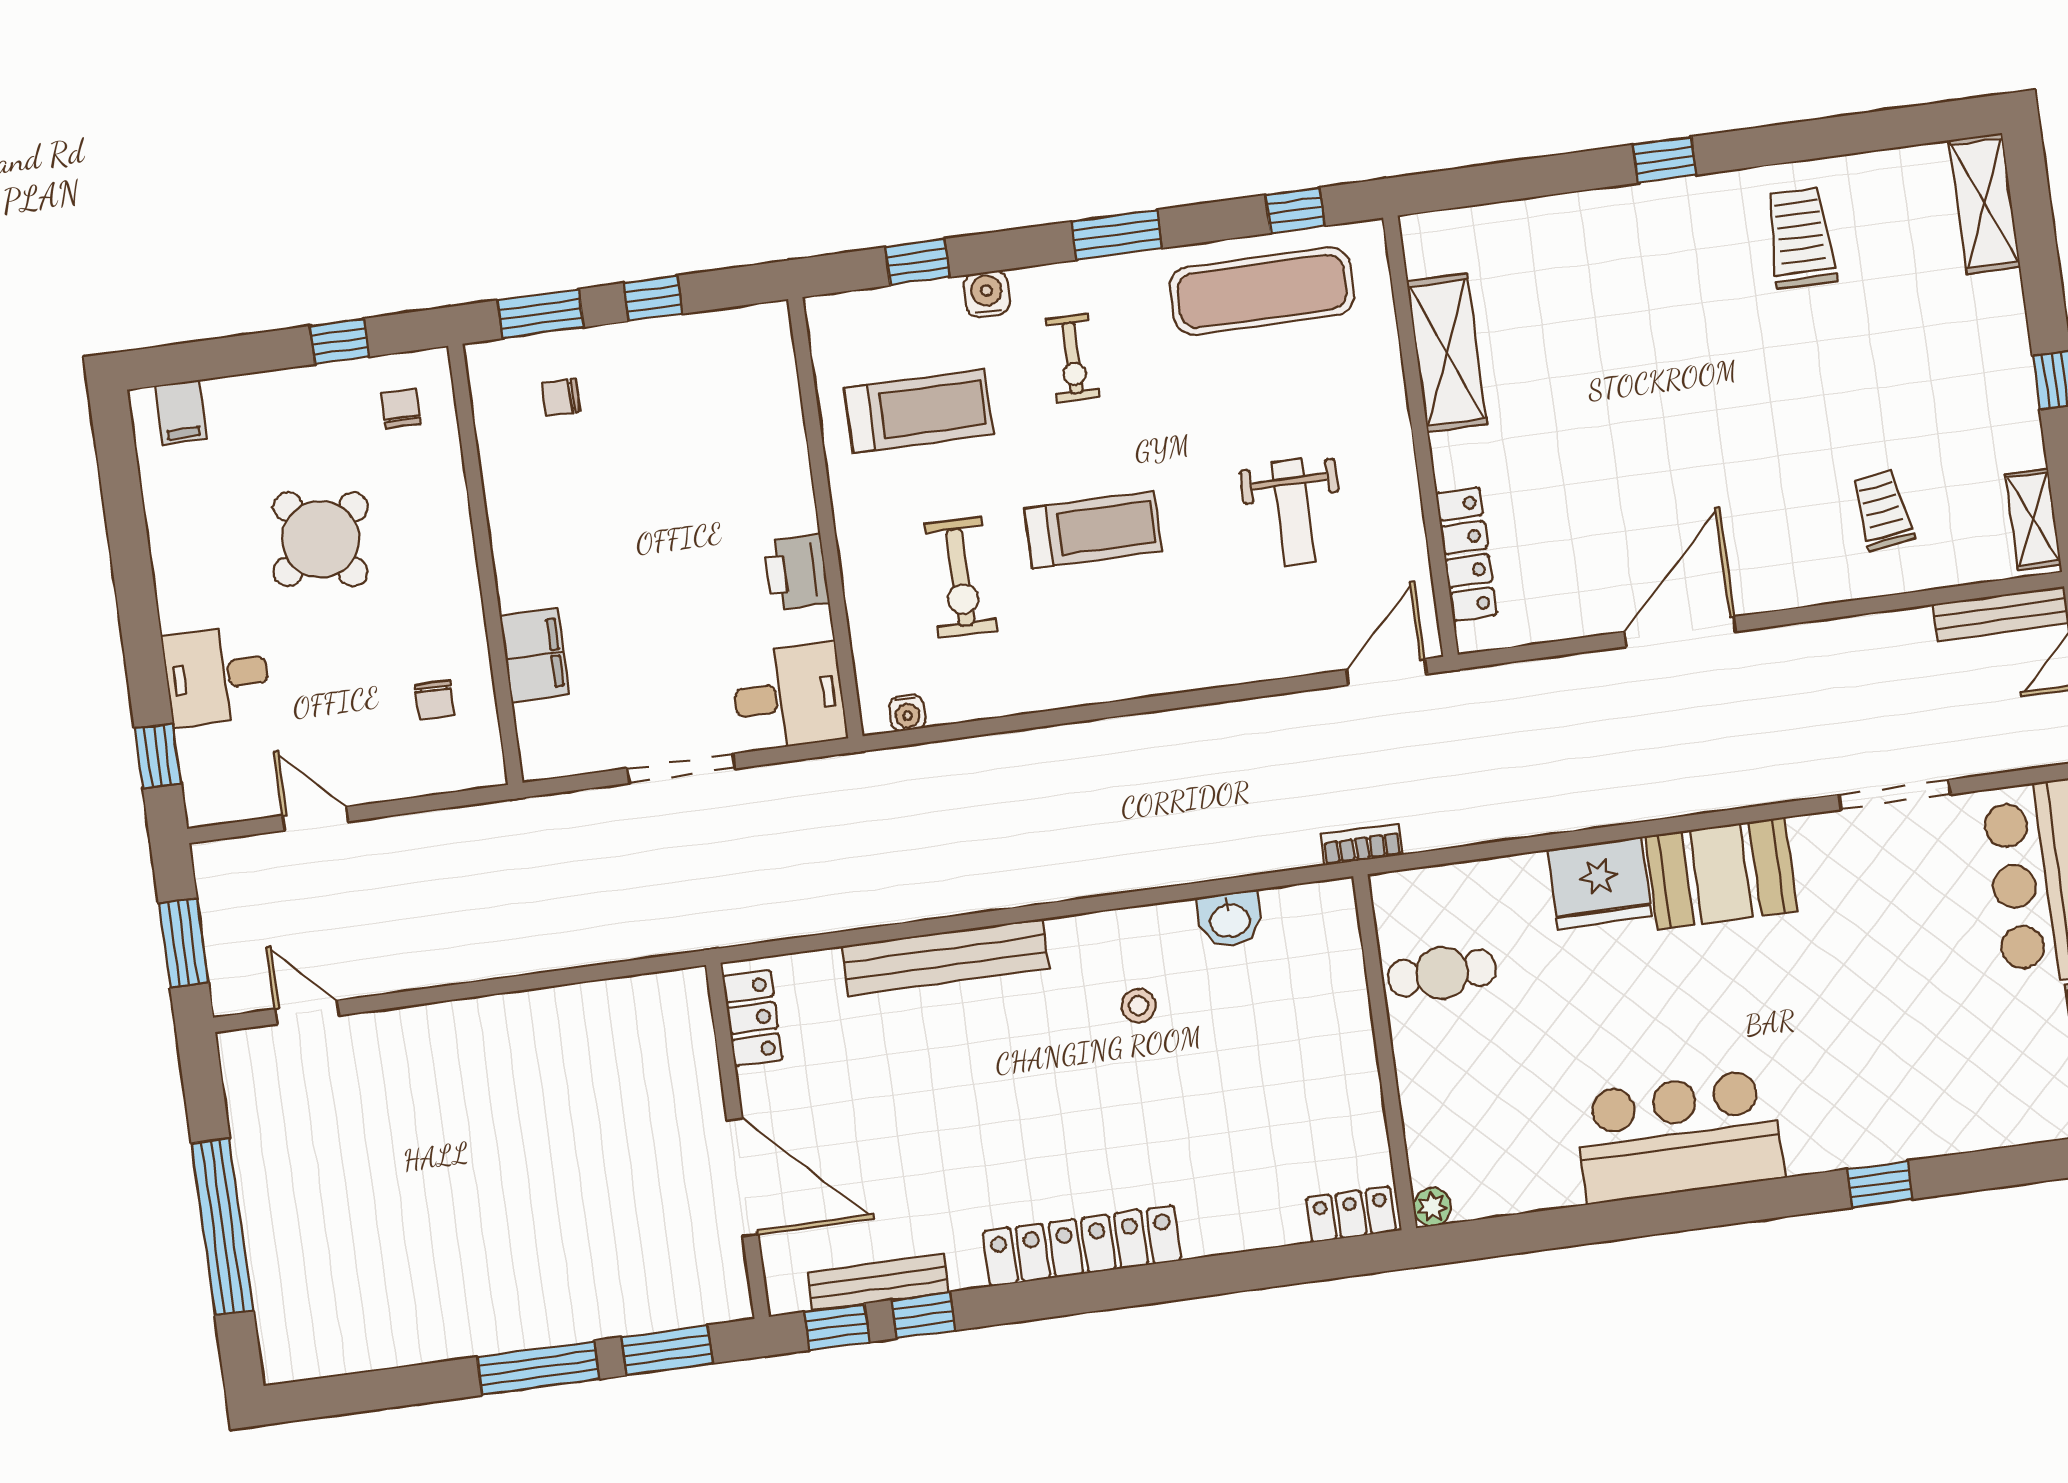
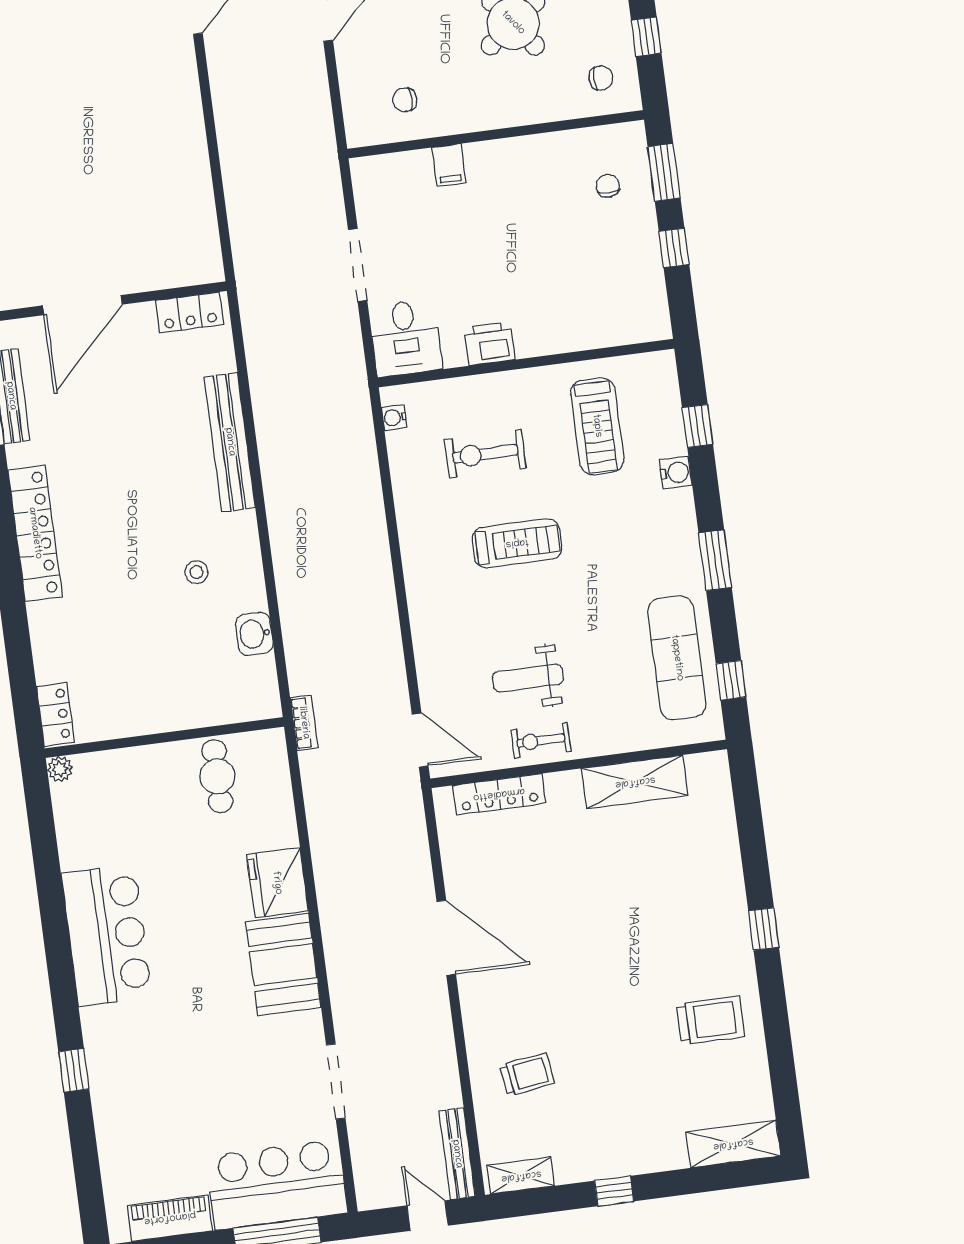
exercise bike: (1073, 358) -> (541, 741), moved
treadmill: (1093, 530) -> (517, 543), turned -90
filing cabinet: (535, 655) -> (449, 165), width x0.50

